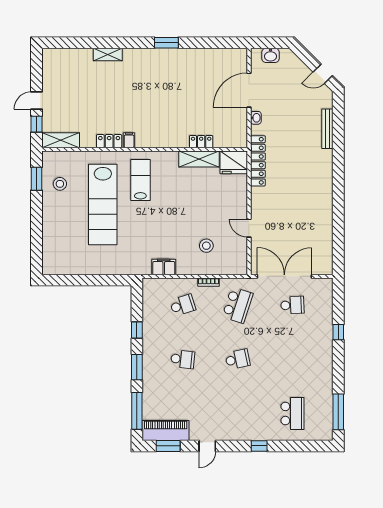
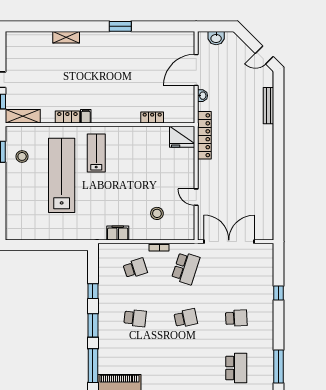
shelving: (199, 159) -> (150, 134), removed
lab bench: (103, 204) -> (62, 175), turned 180
school desk: (292, 305) -> (236, 318), moved

